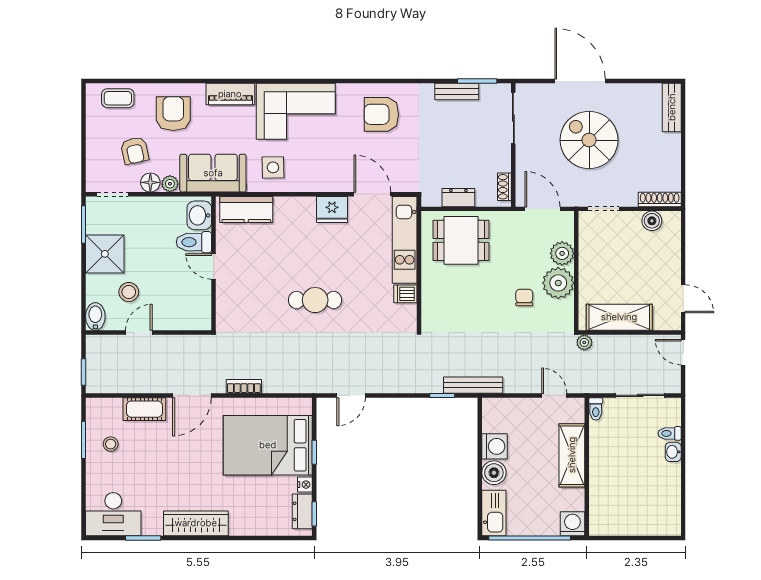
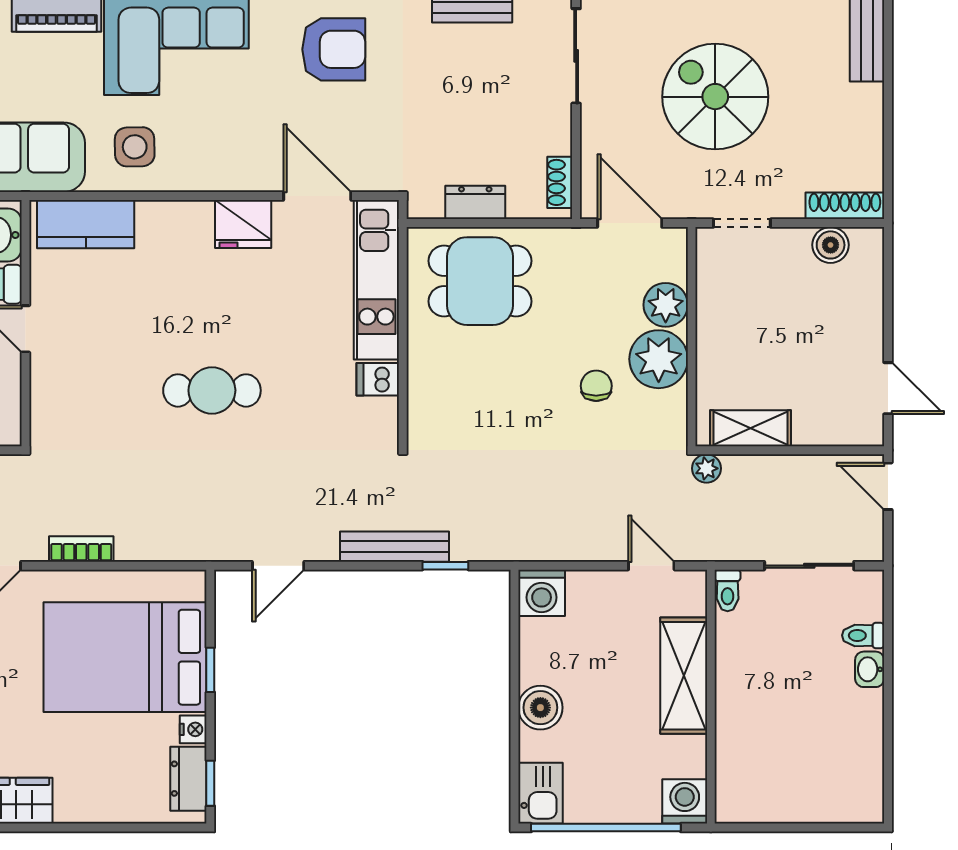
armchair: (381, 114) -> (334, 49), turned 180
shelving: (619, 317) -> (751, 428), width x0.67, depth x0.75
bench: (473, 385) -> (395, 547), moved
washing machine: (495, 446) -> (542, 593), moved, turned 90
kitchen sink: (494, 513) -> (540, 793), width x0.73

